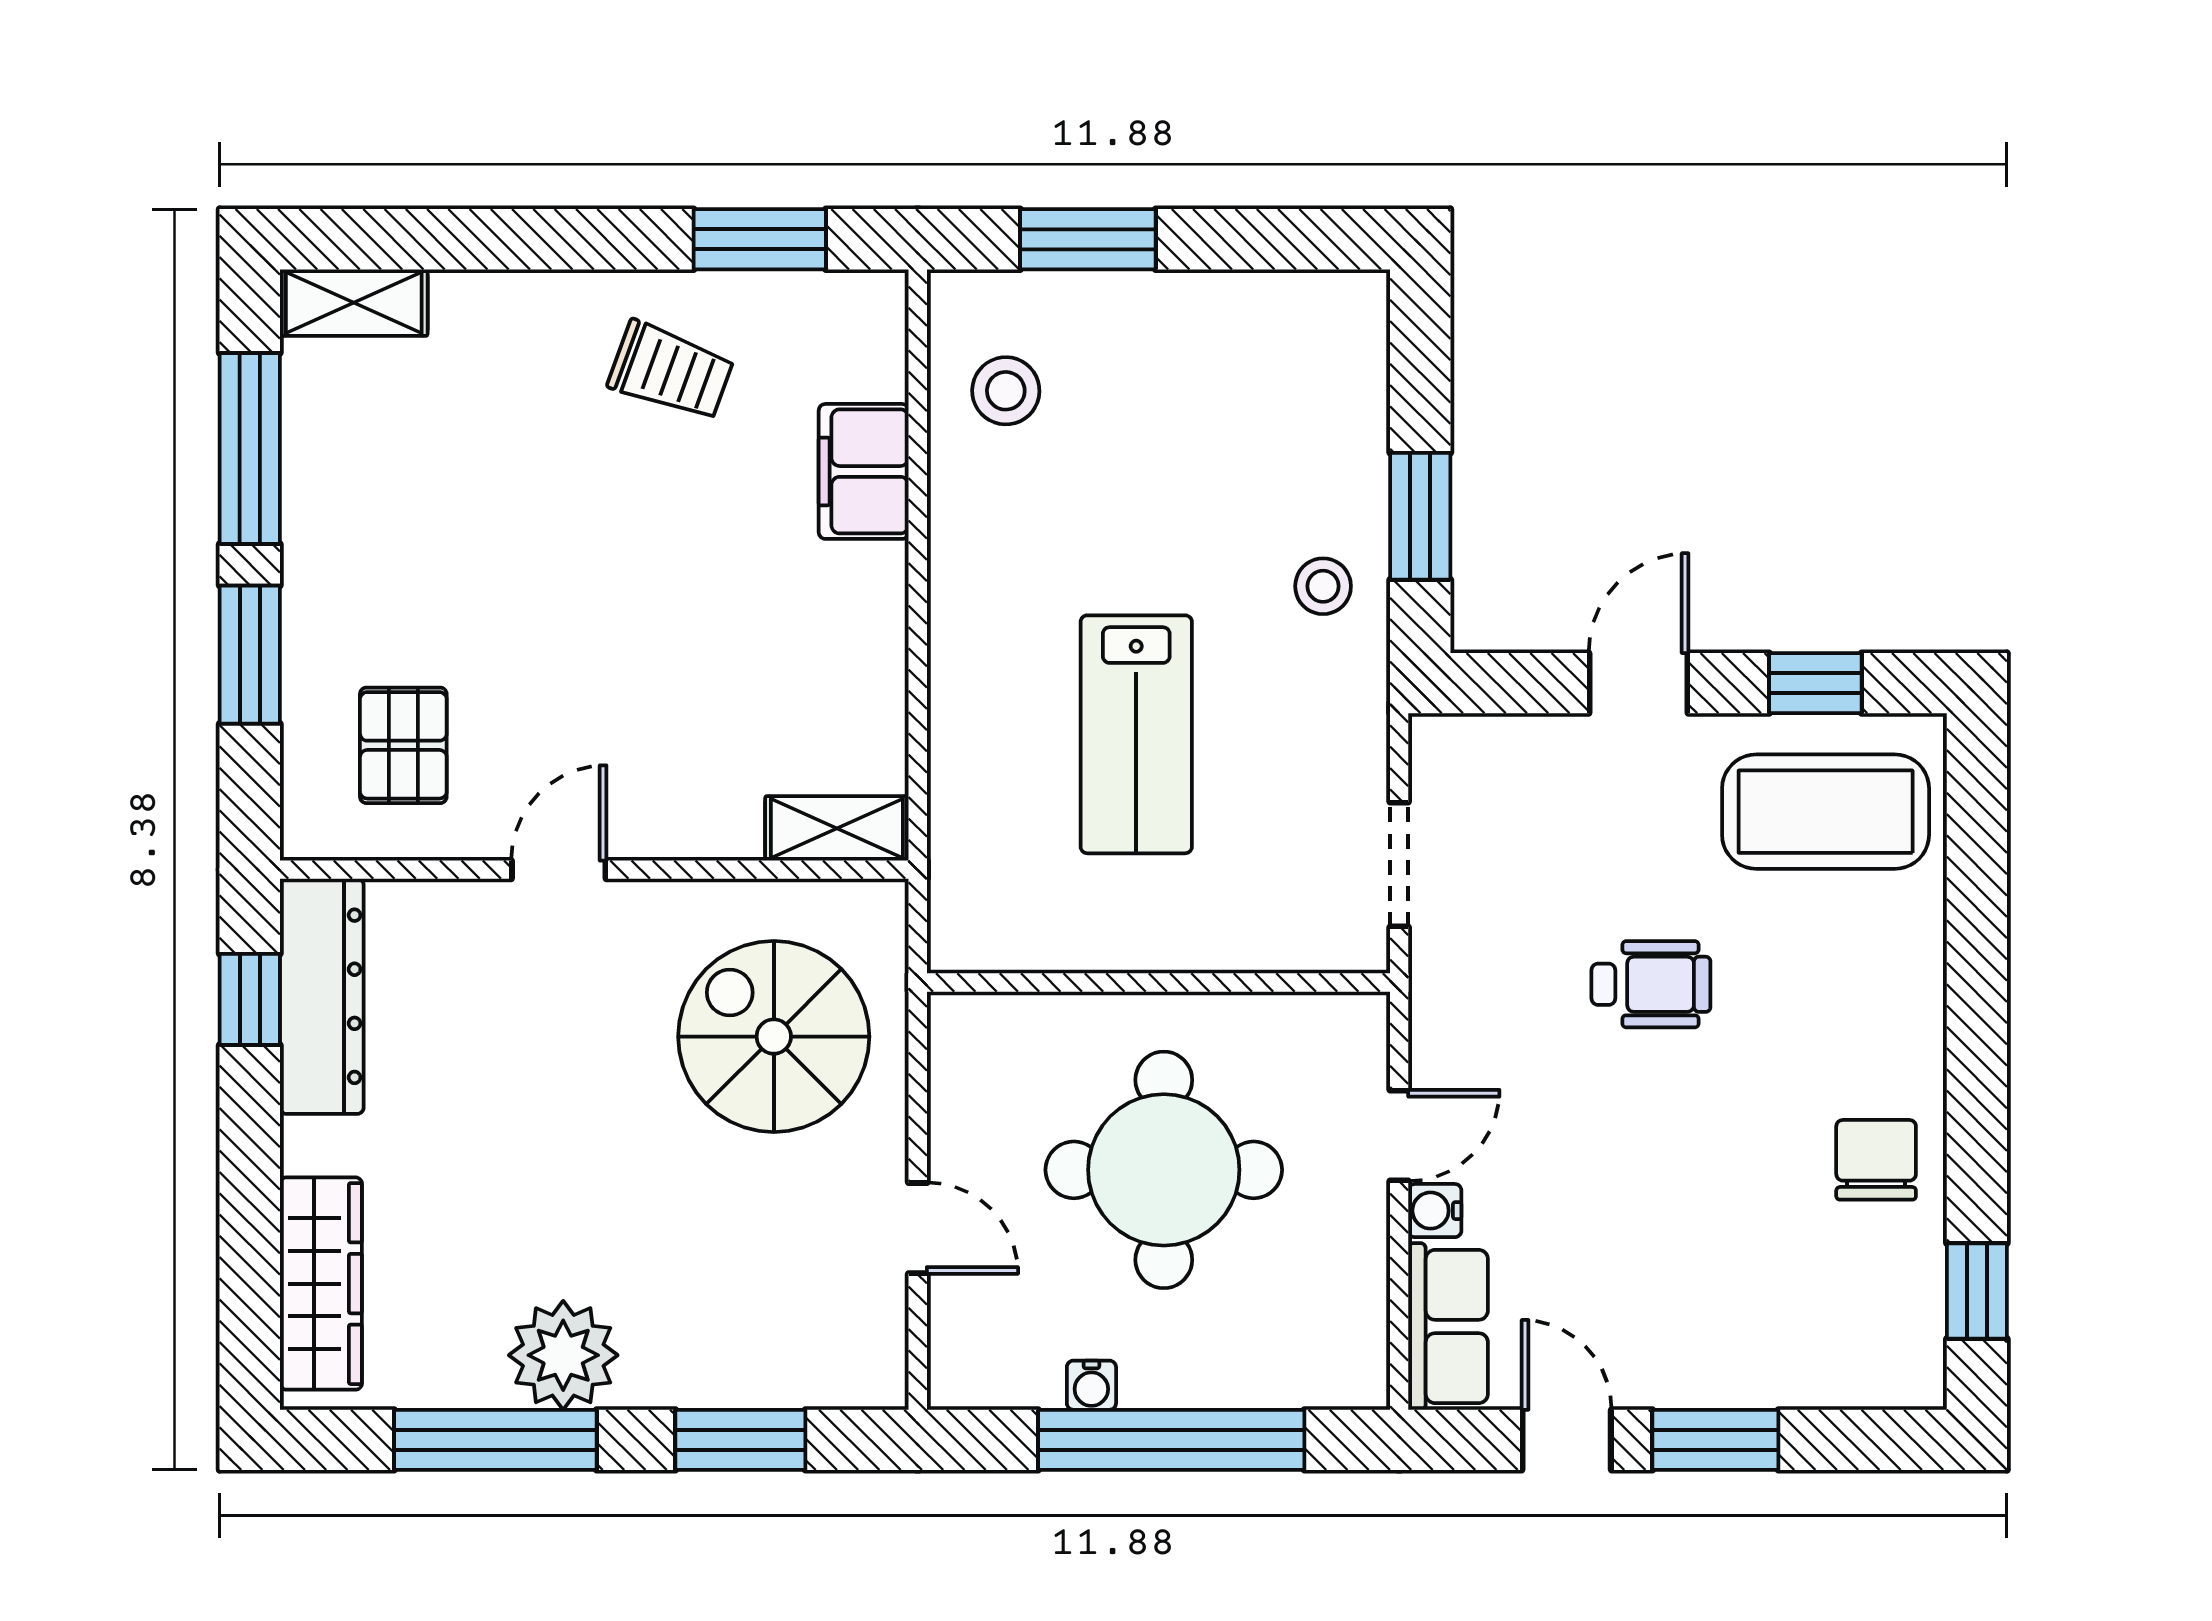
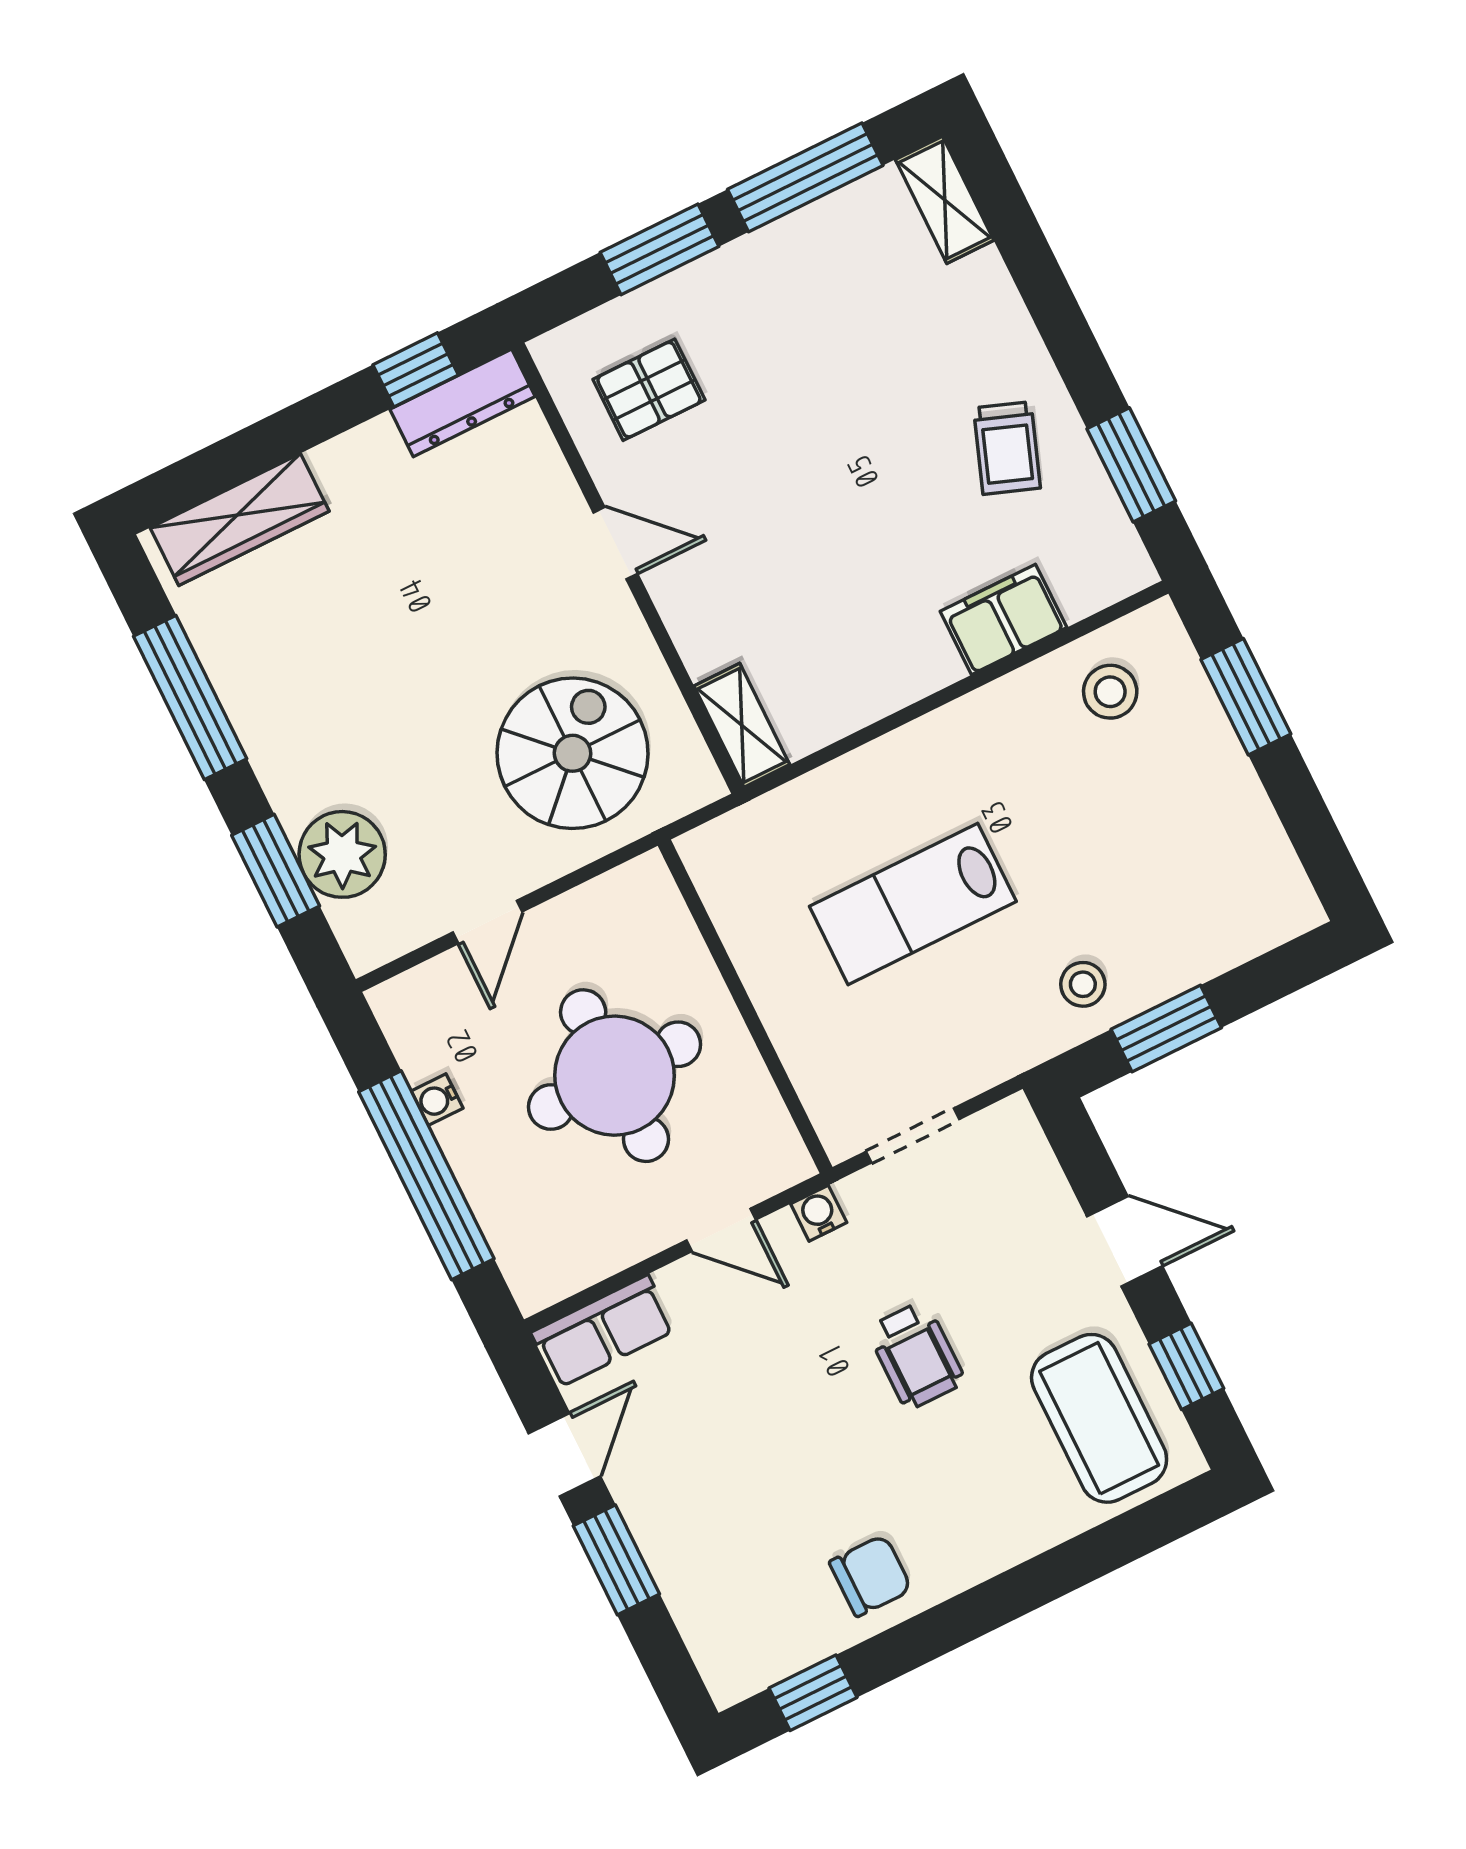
dresser: (322, 996) -> (462, 403), width x0.73, depth x0.80
water cooler: (1435, 1211) -> (819, 1213), moved
plant: (563, 1355) -> (342, 854), moved

